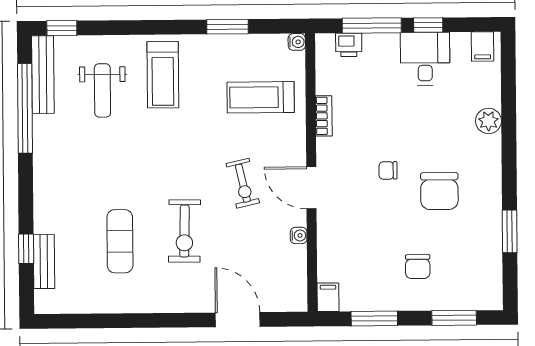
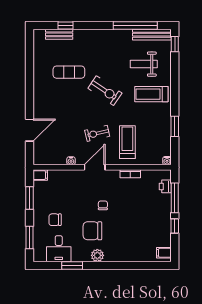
desk: (425, 59) -> (59, 249), moved, turned 90
treadmill: (261, 97) -> (127, 142), moved
plant: (488, 121) -> (97, 255), moved
exercise bike: (184, 231) -> (105, 91), moved, turned -147

